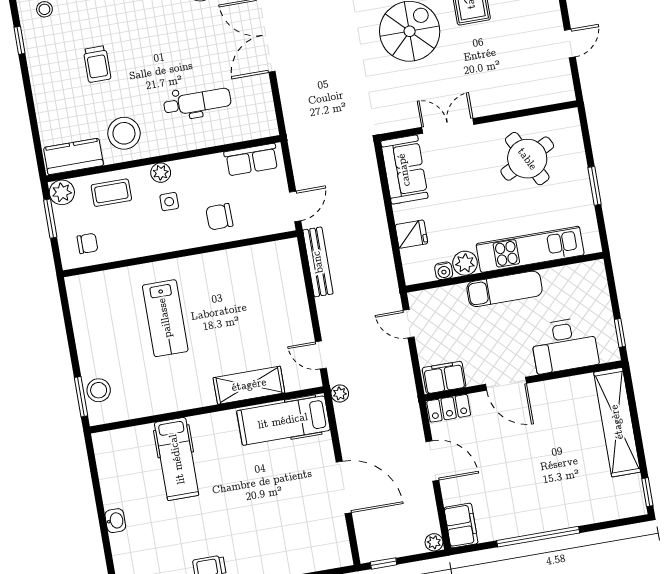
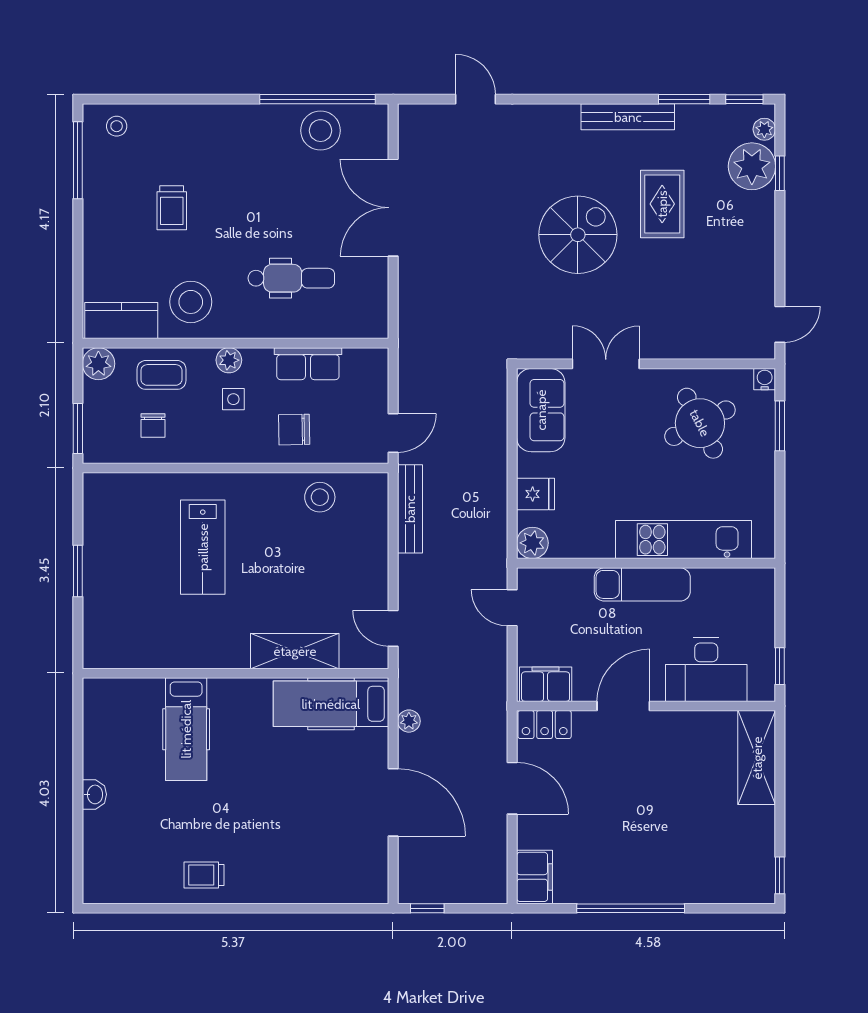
window: (19, 40) -> (78, 160), width x2.17
door: (570, 44) -> (780, 324), moved
row of seats: (251, 160) -> (308, 364), moved
window: (595, 186) -> (780, 426), moved
window: (50, 219) -> (78, 428), moved
chair: (87, 243) -> (153, 425), moved, turned 90
plant: (465, 263) -> (532, 543), moved
water cooler: (444, 271) -> (765, 379), moved, turned 180
door: (506, 384) -> (623, 706), swing flipped
stool: (99, 390) -> (320, 497), moved
plant: (340, 394) -> (409, 721), moved
window: (81, 397) -> (78, 571), moved
shelving: (617, 422) -> (757, 758), width x0.68
plant: (434, 542) -> (496, 892), removed

